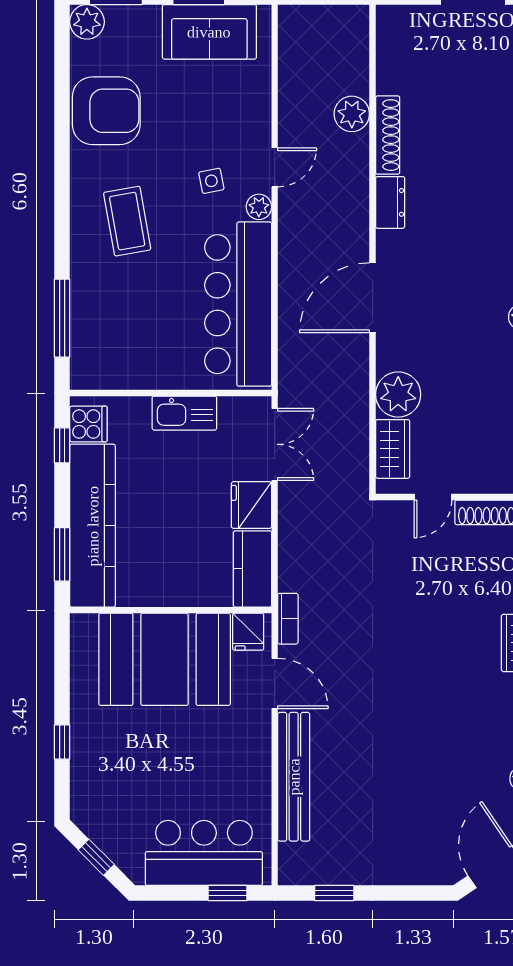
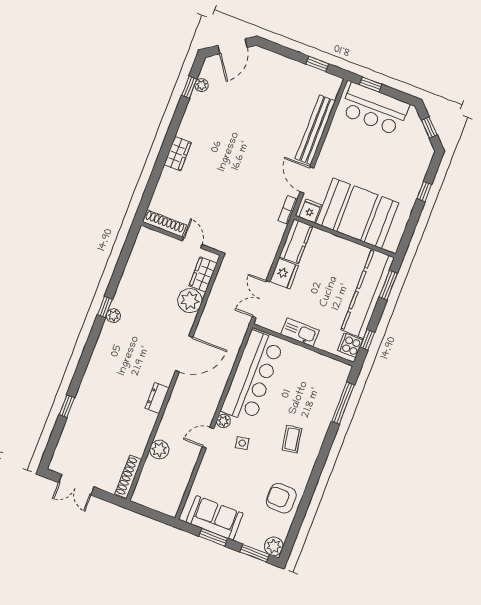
armchair: (106, 111) -> (281, 498), width x0.73, depth x0.73
shoe rack: (388, 135) -> (128, 477), moved
coffee table: (127, 221) -> (292, 439), width x0.73, depth x0.77
door: (433, 497) -> (192, 243), hinge flipped

